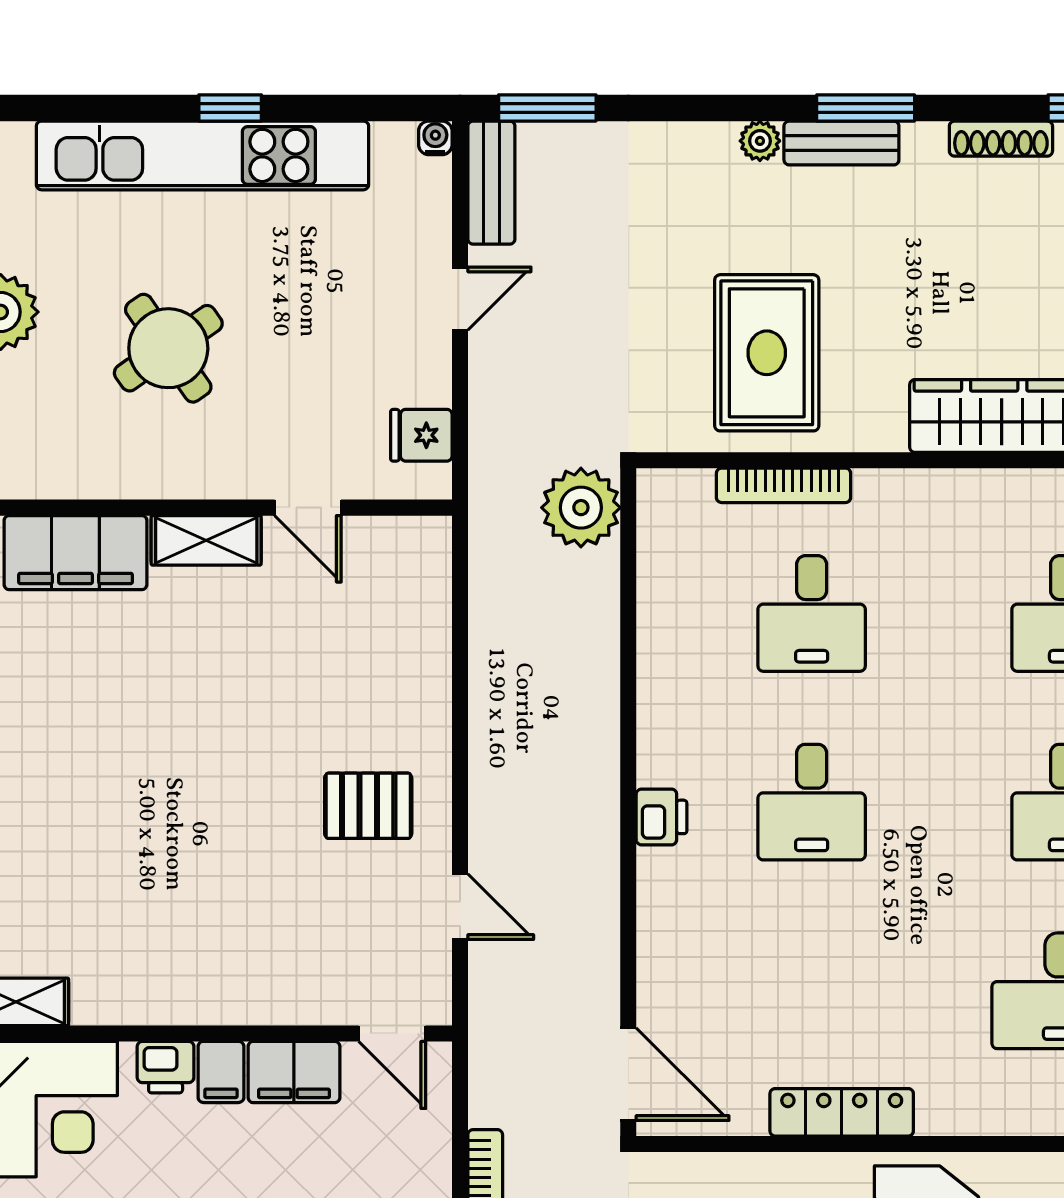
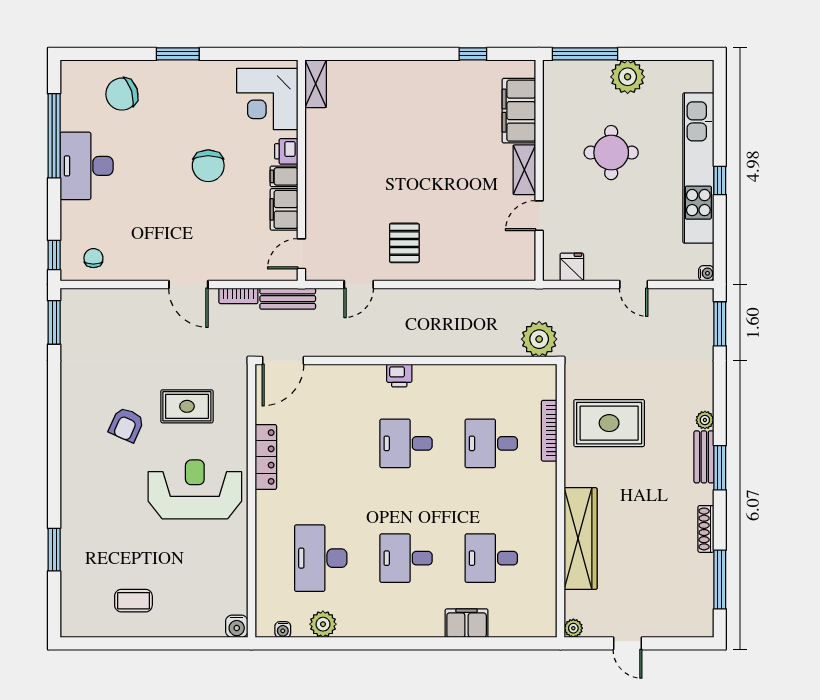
bench: (491, 183) -> (288, 299), moved
round table: (168, 348) -> (611, 153), turned 35

